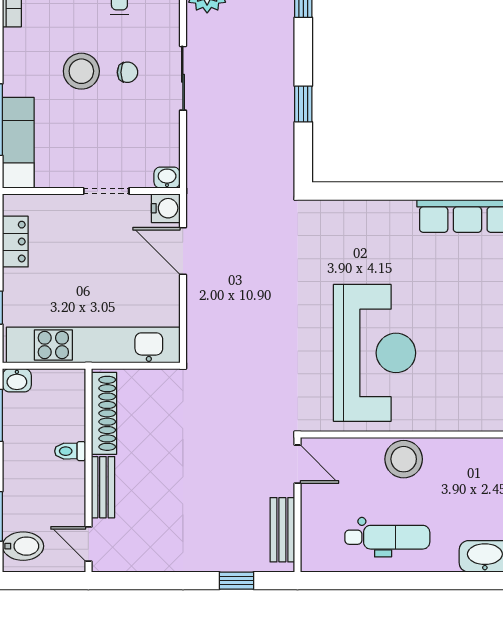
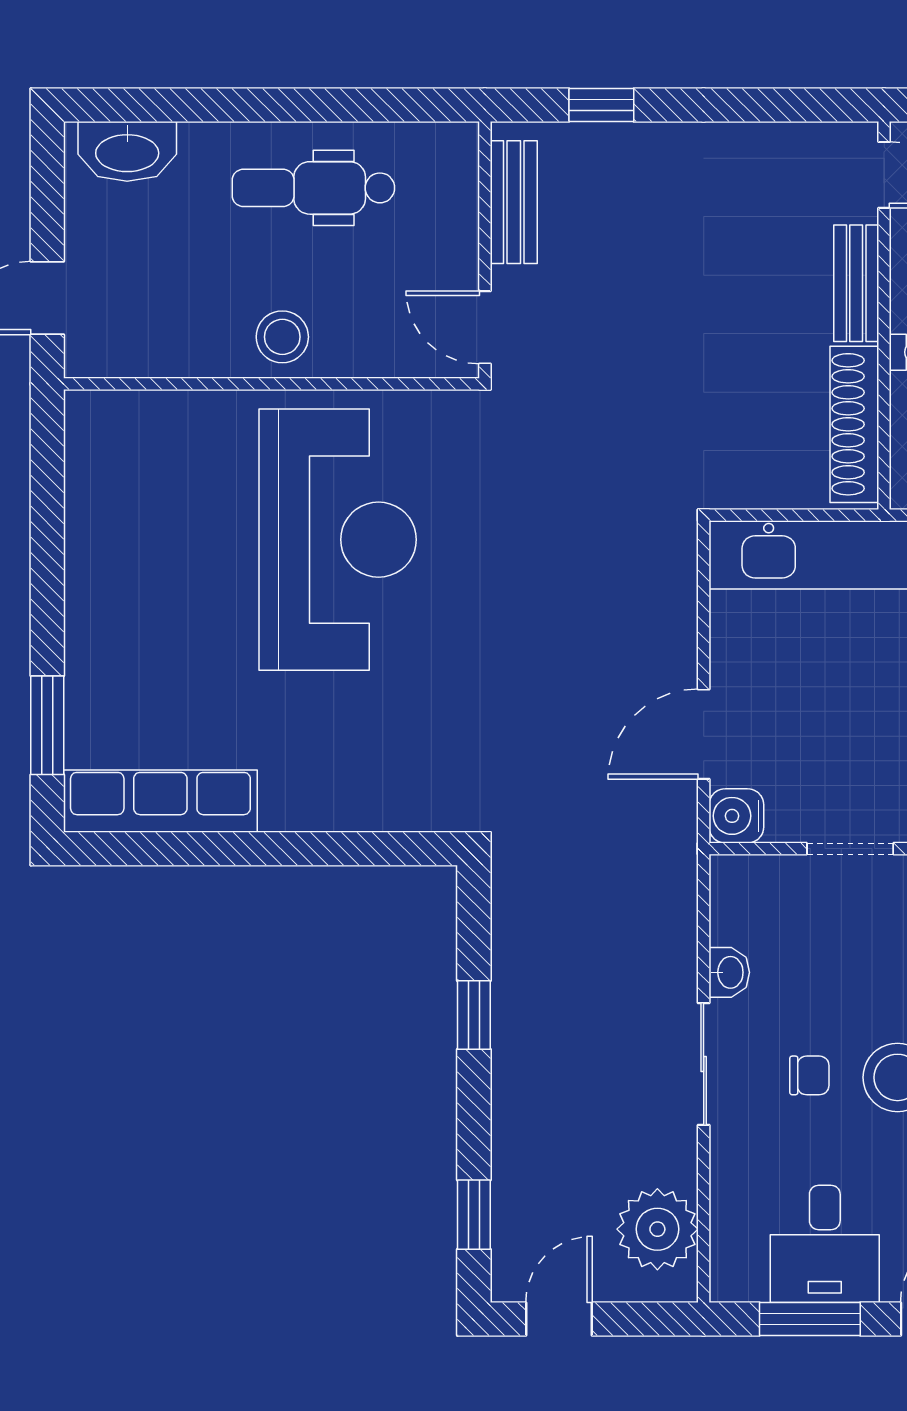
chair: (128, 72) -> (809, 1075), turned 180
washbasin: (167, 178) -> (729, 972), moved, turned -90
door: (183, 251) -> (704, 734), swing flipped
reception desk: (375, 353) -> (338, 540), turned 180
stool: (404, 459) -> (282, 337), width x0.73, depth x0.73

